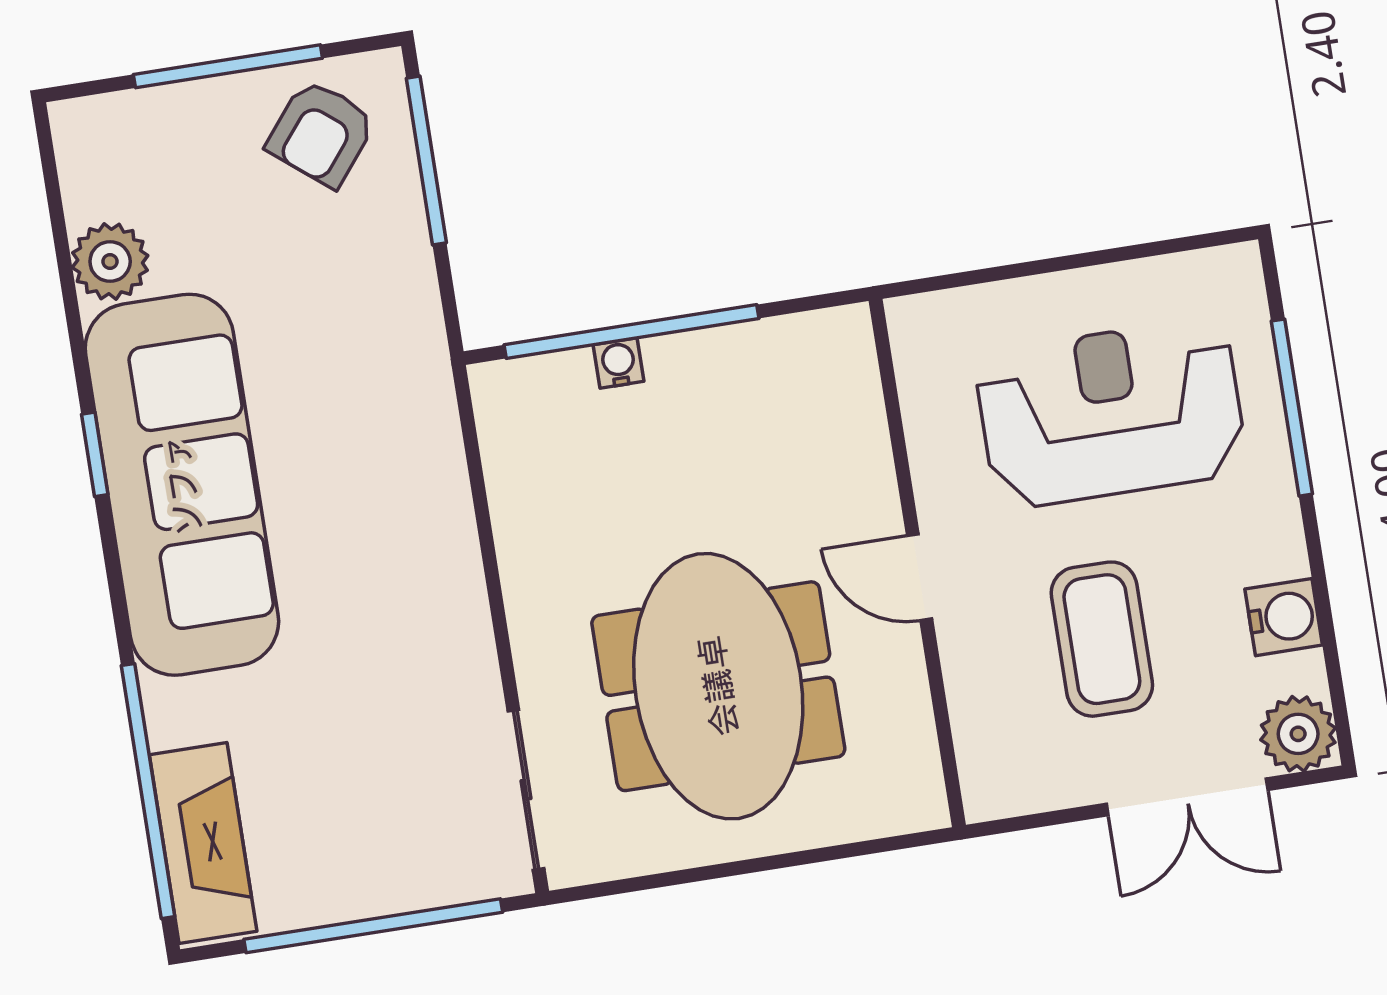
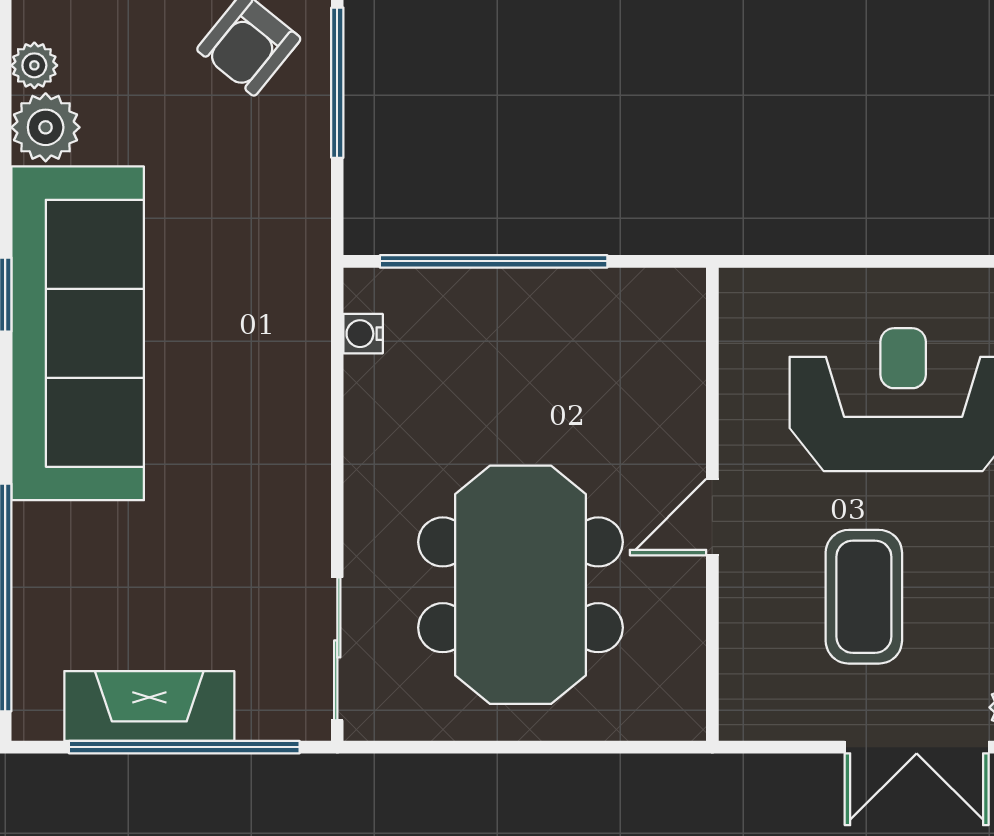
plant: (87, 195) -> (34, 65), added
water cooler: (619, 363) -> (363, 334), moved, turned -90
door: (920, 577) -> (712, 517), hinge flipped
fireplace: (203, 843) -> (149, 706), moved, turned -90

